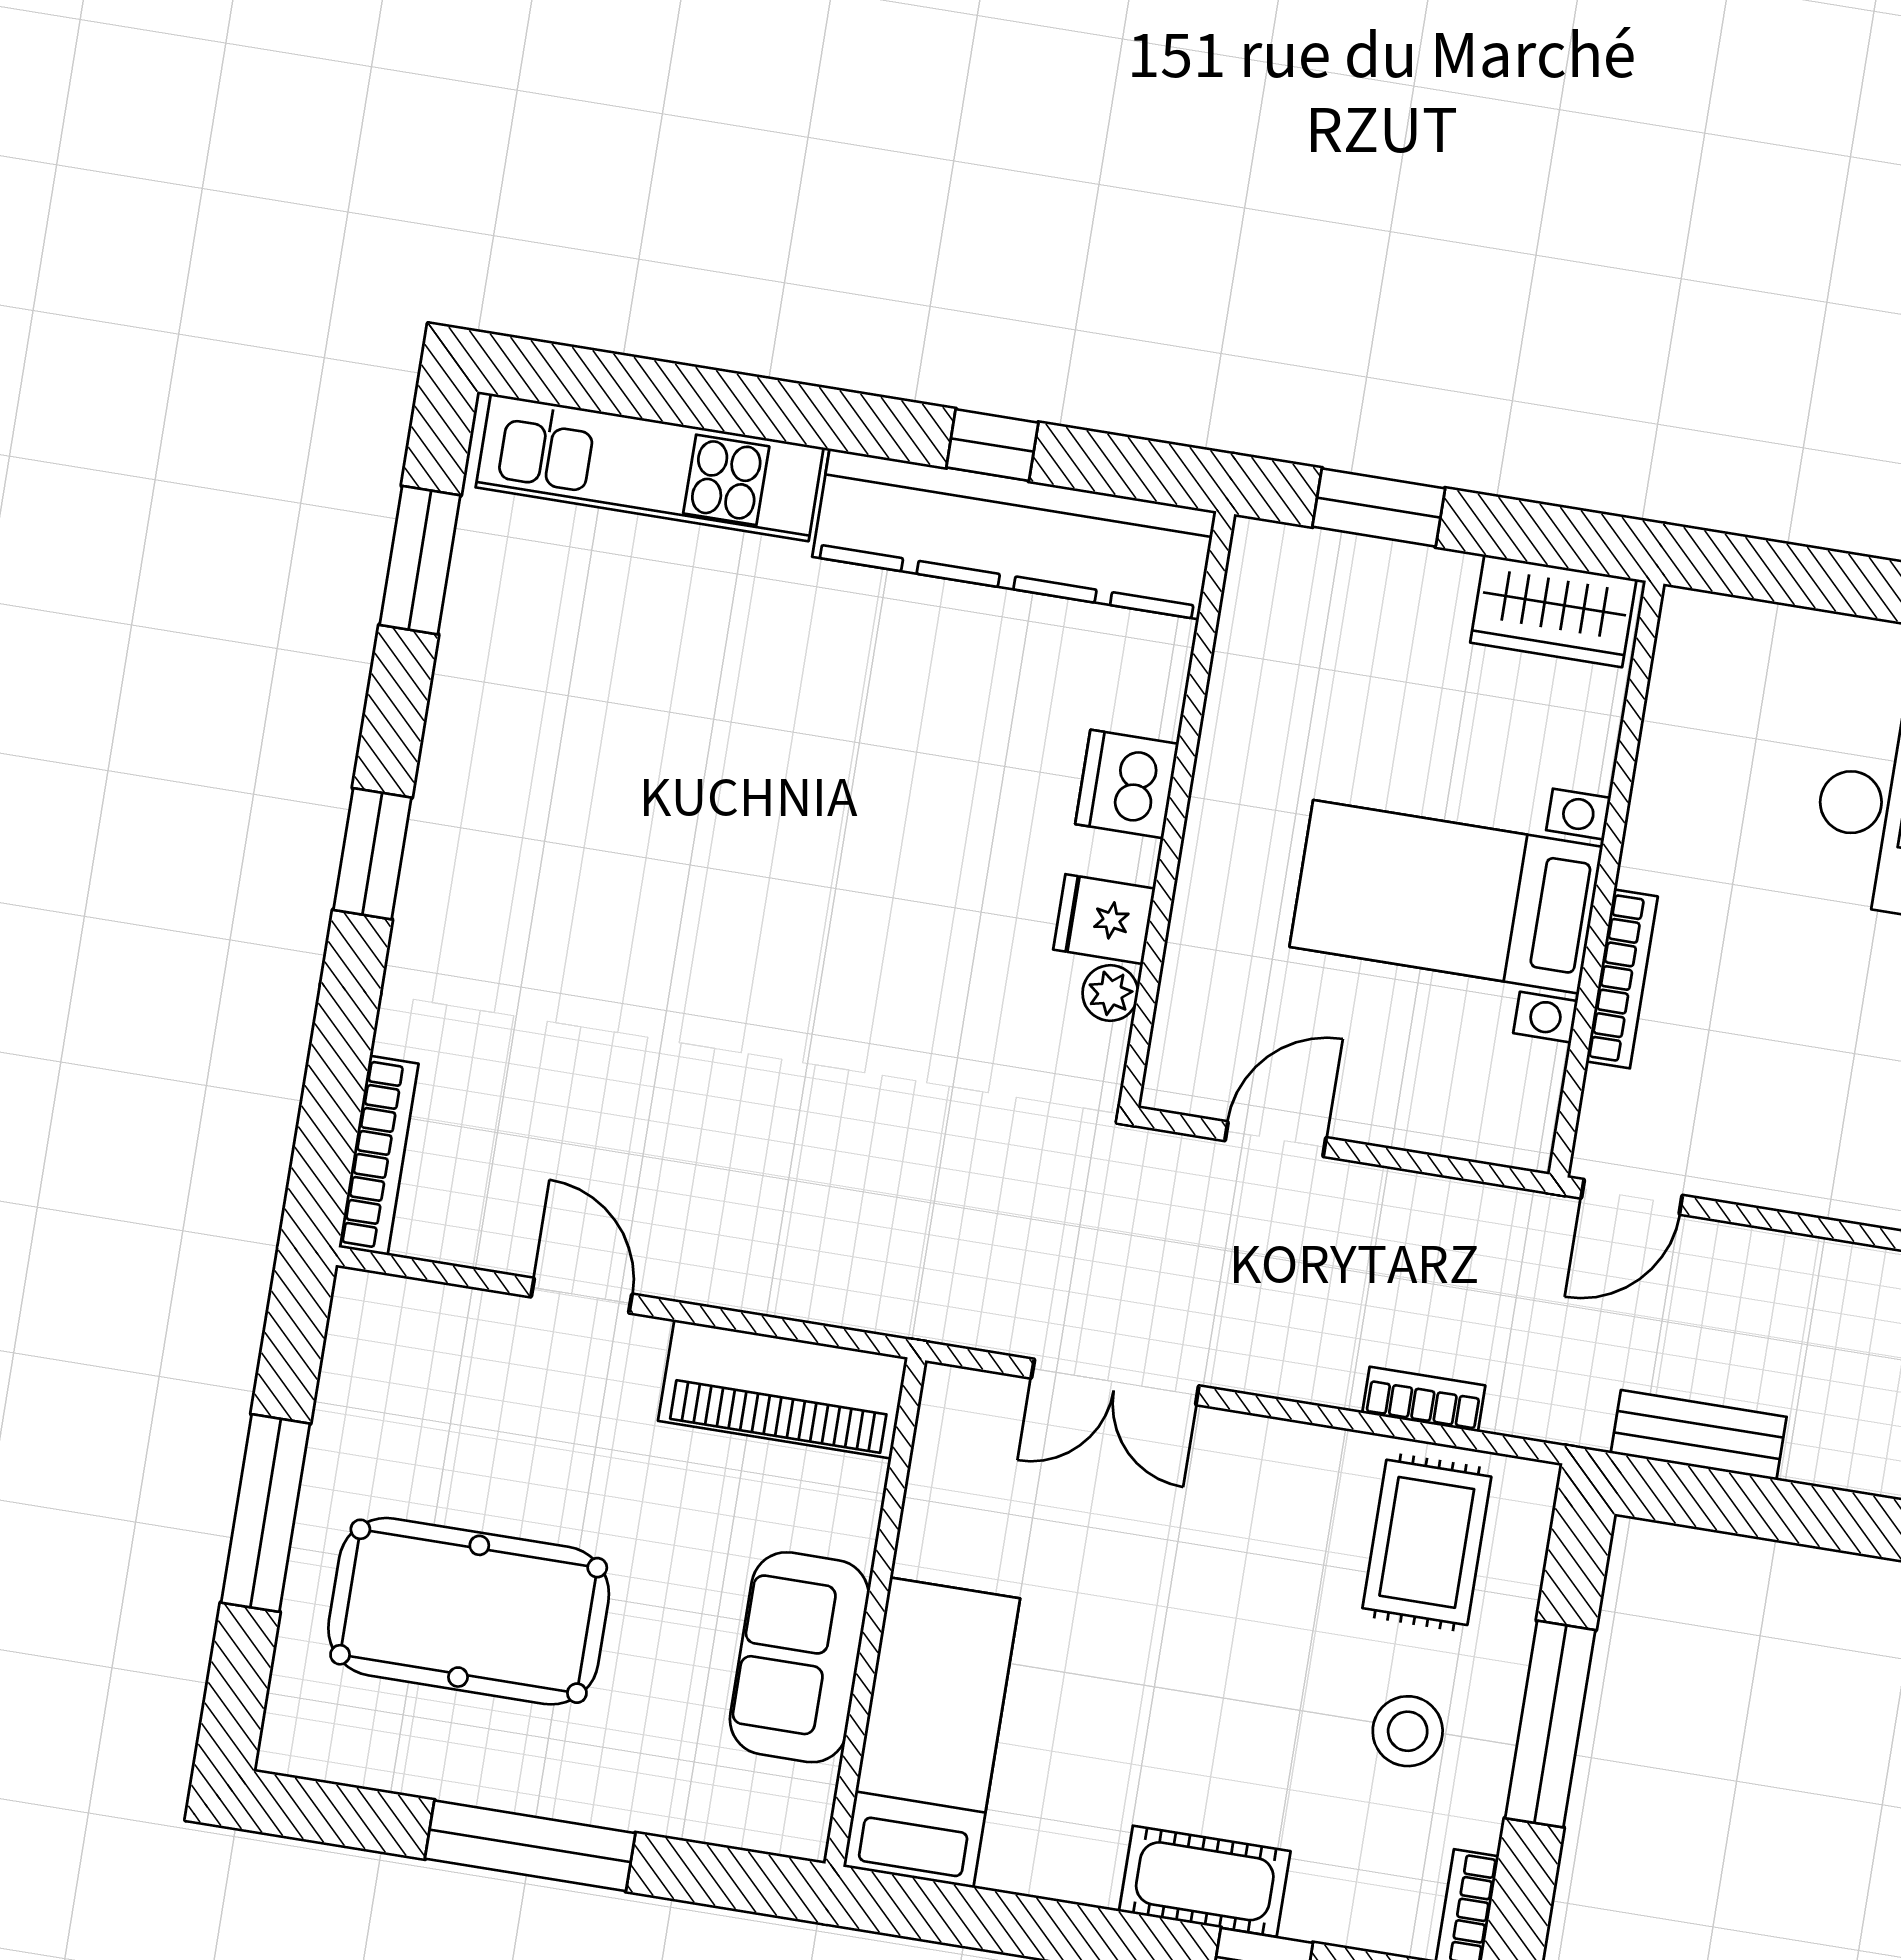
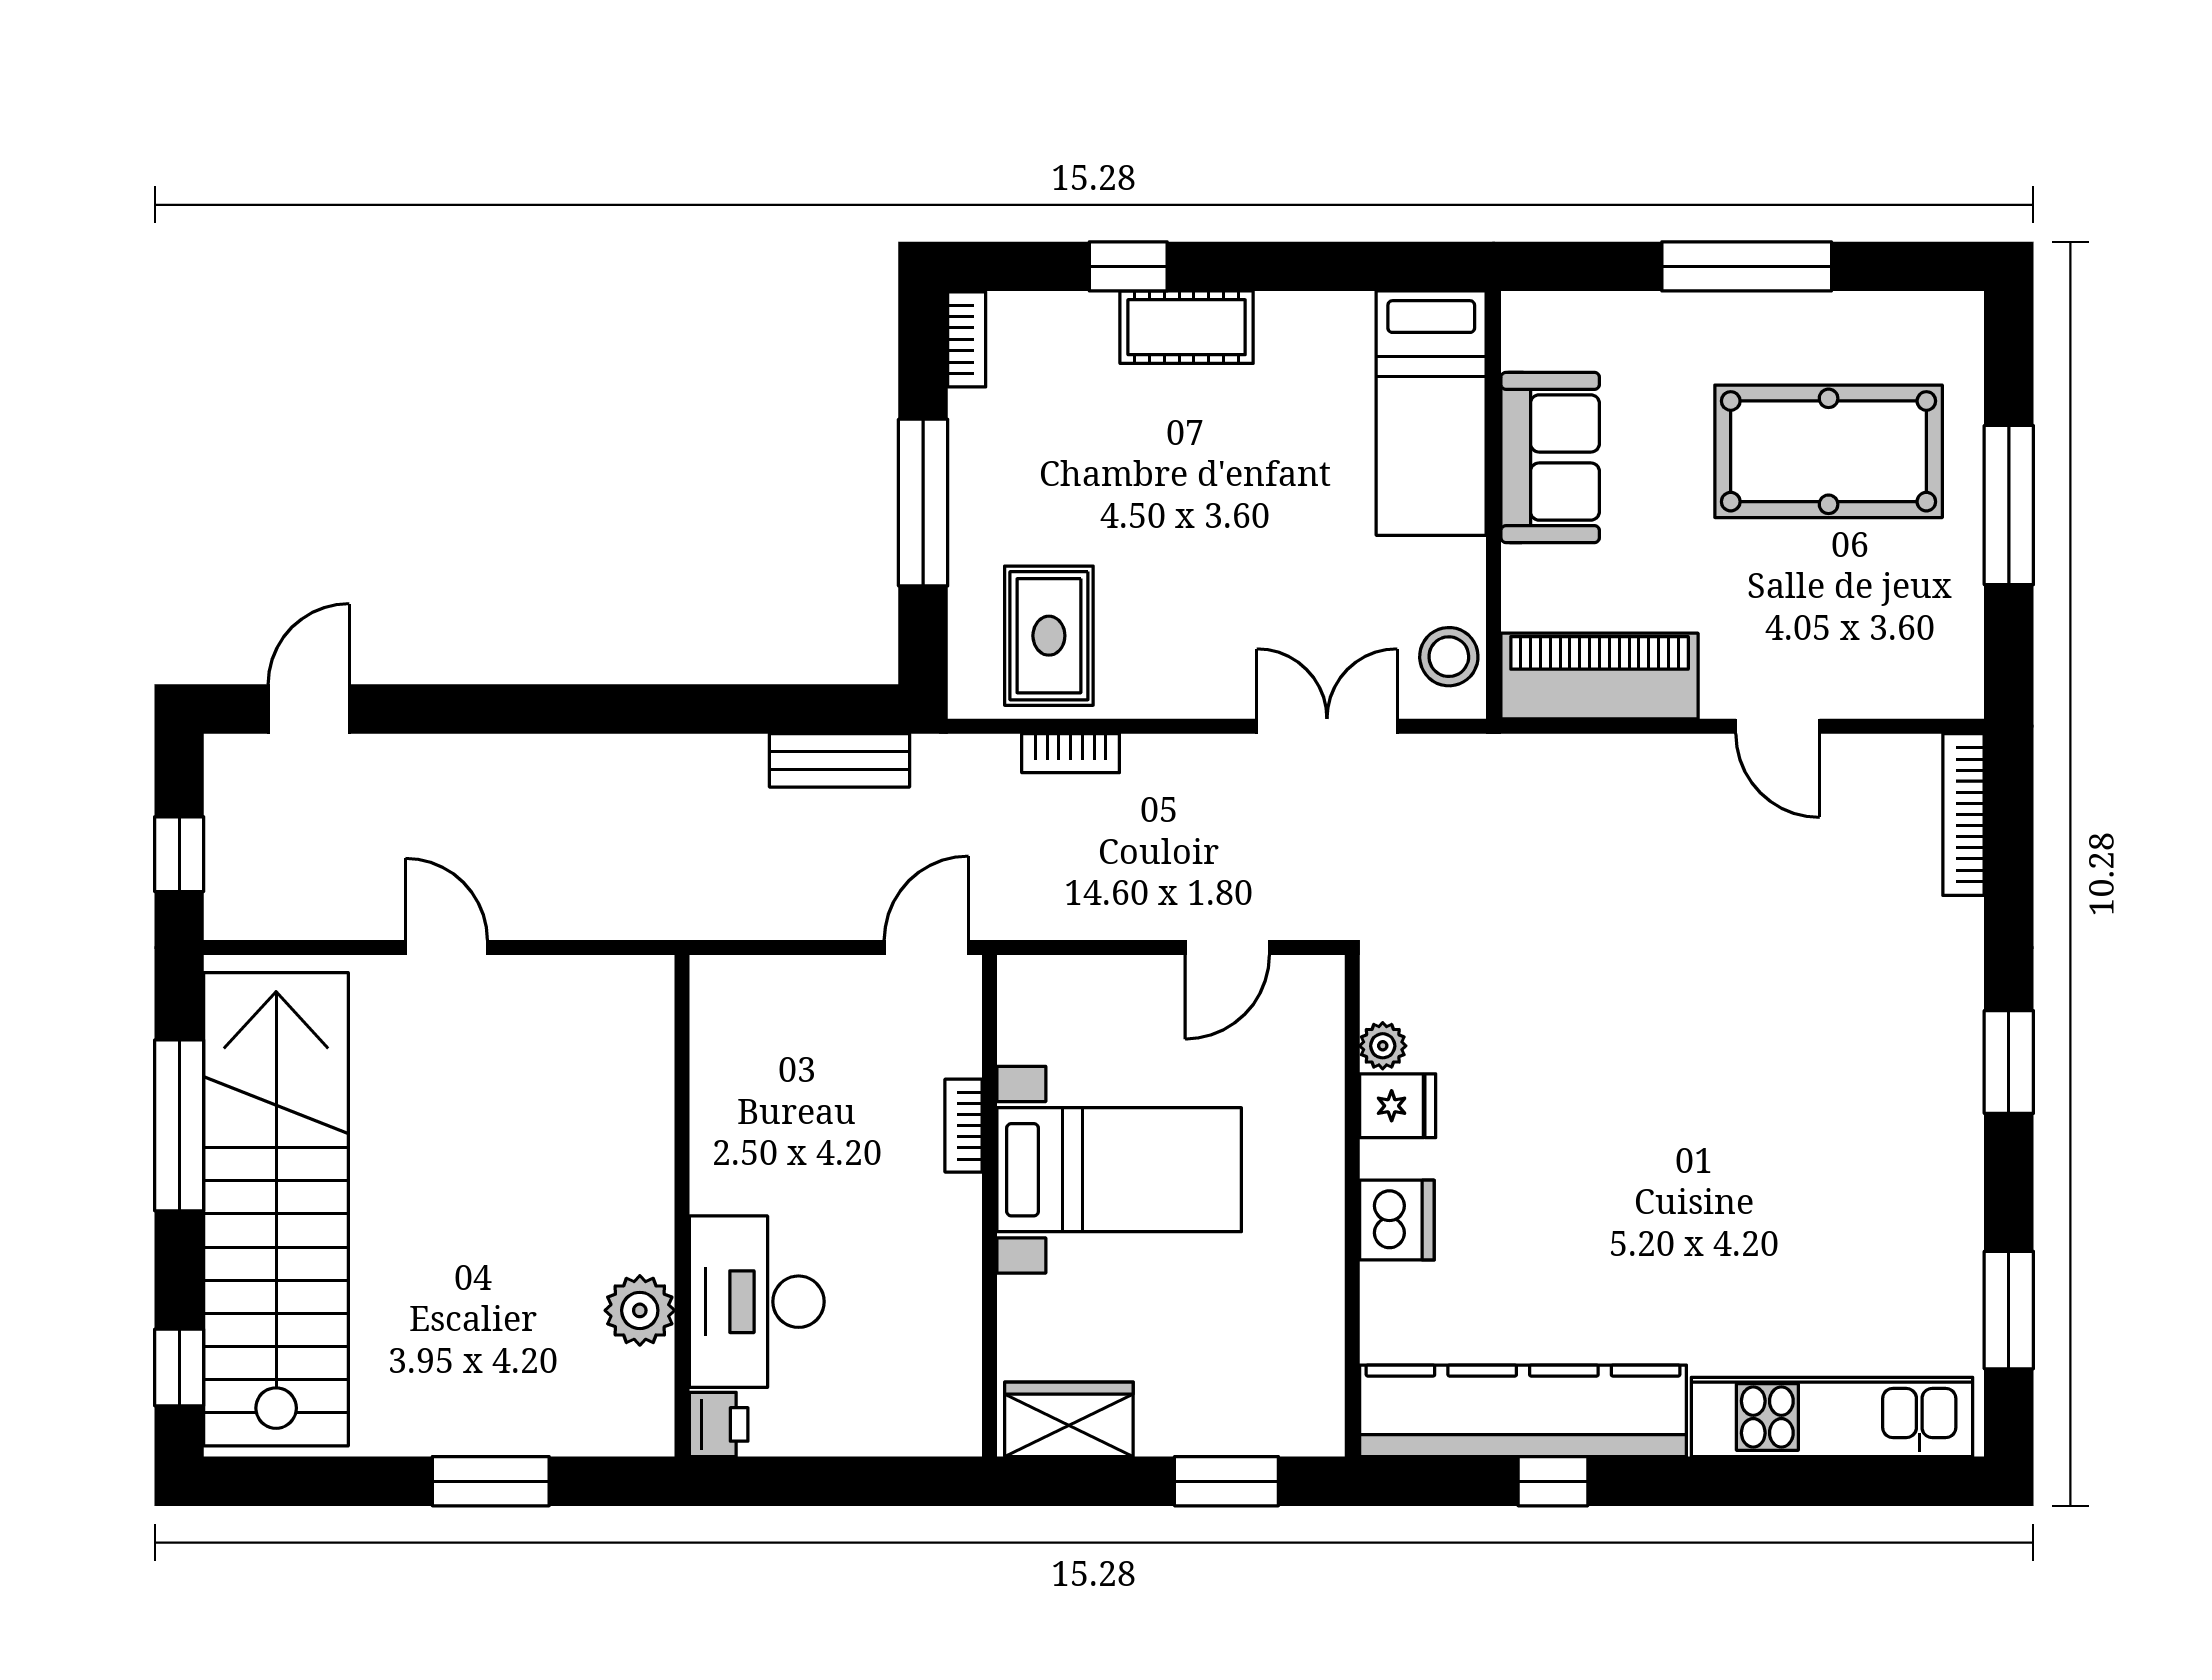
bookcase: (1622, 979) -> (963, 1126), width x0.64
stool: (1408, 1731) -> (1449, 657), moved

